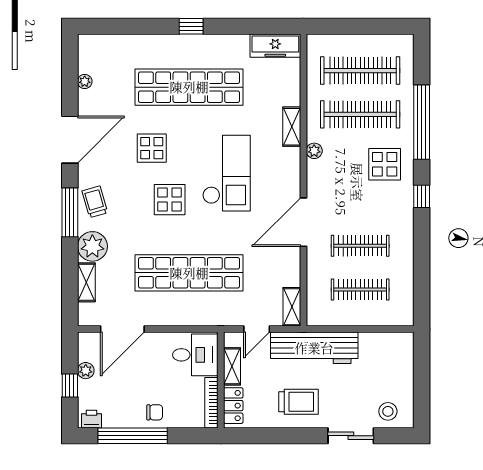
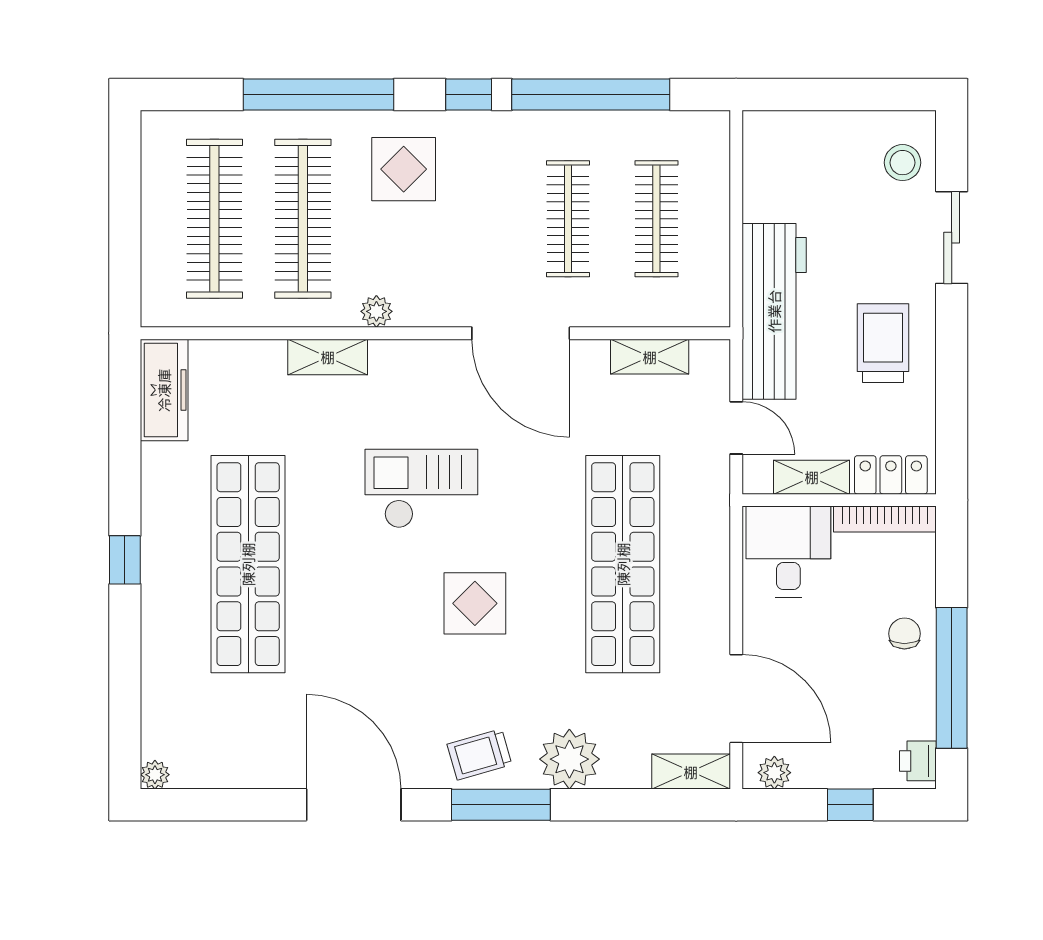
plant: (85, 81) -> (155, 775), moved
display table: (152, 148) -> (371, 639), removed
checkout: (226, 173) -> (421, 489), width x0.73, depth x0.83
window: (422, 257) -> (591, 95), added
shelving: (86, 282) -> (691, 772), moved
shelving: (292, 307) -> (650, 357), moved
plant: (86, 371) -> (774, 773), moved

